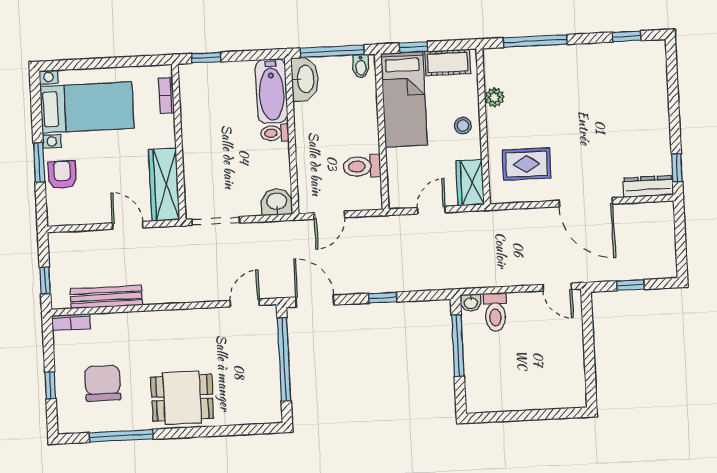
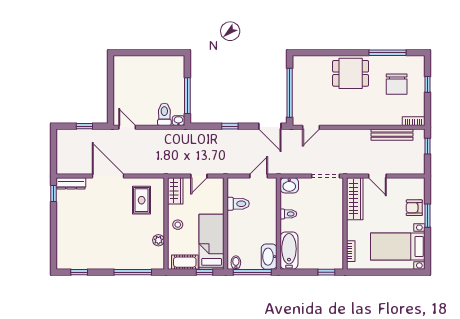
toilet: (275, 133) -> (288, 214), moved
rug: (527, 164) -> (142, 200), turned 90
armchair: (62, 175) -> (414, 208), turned 90

